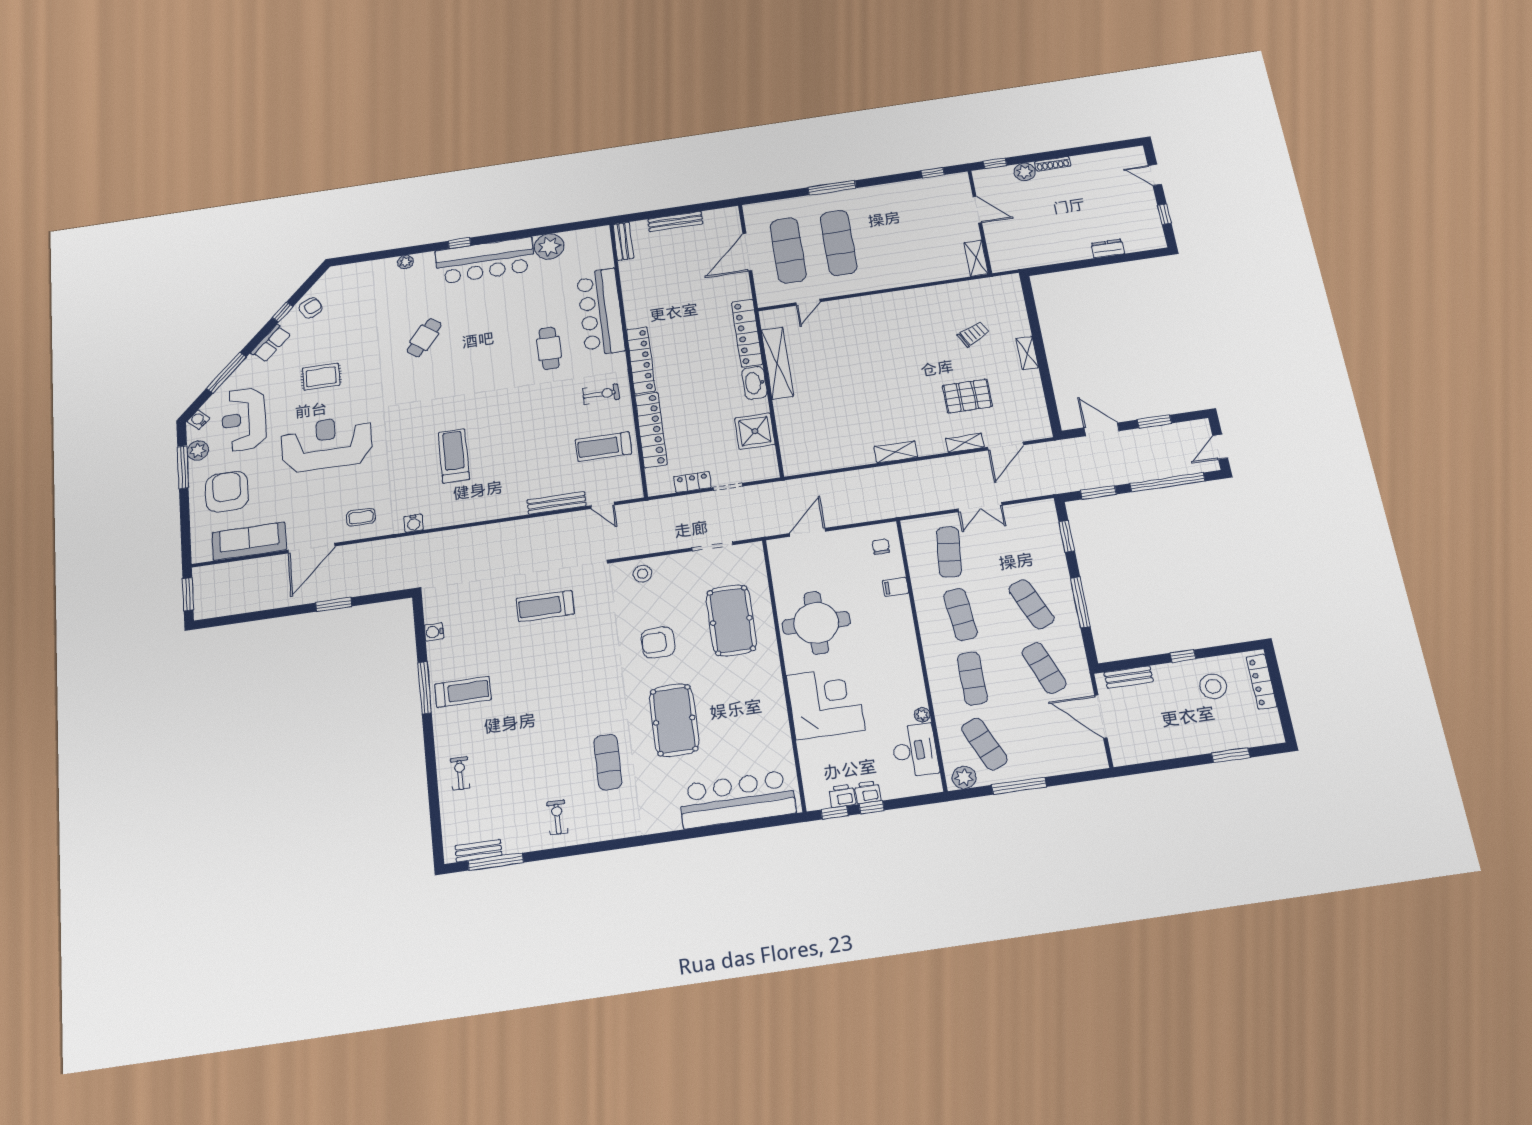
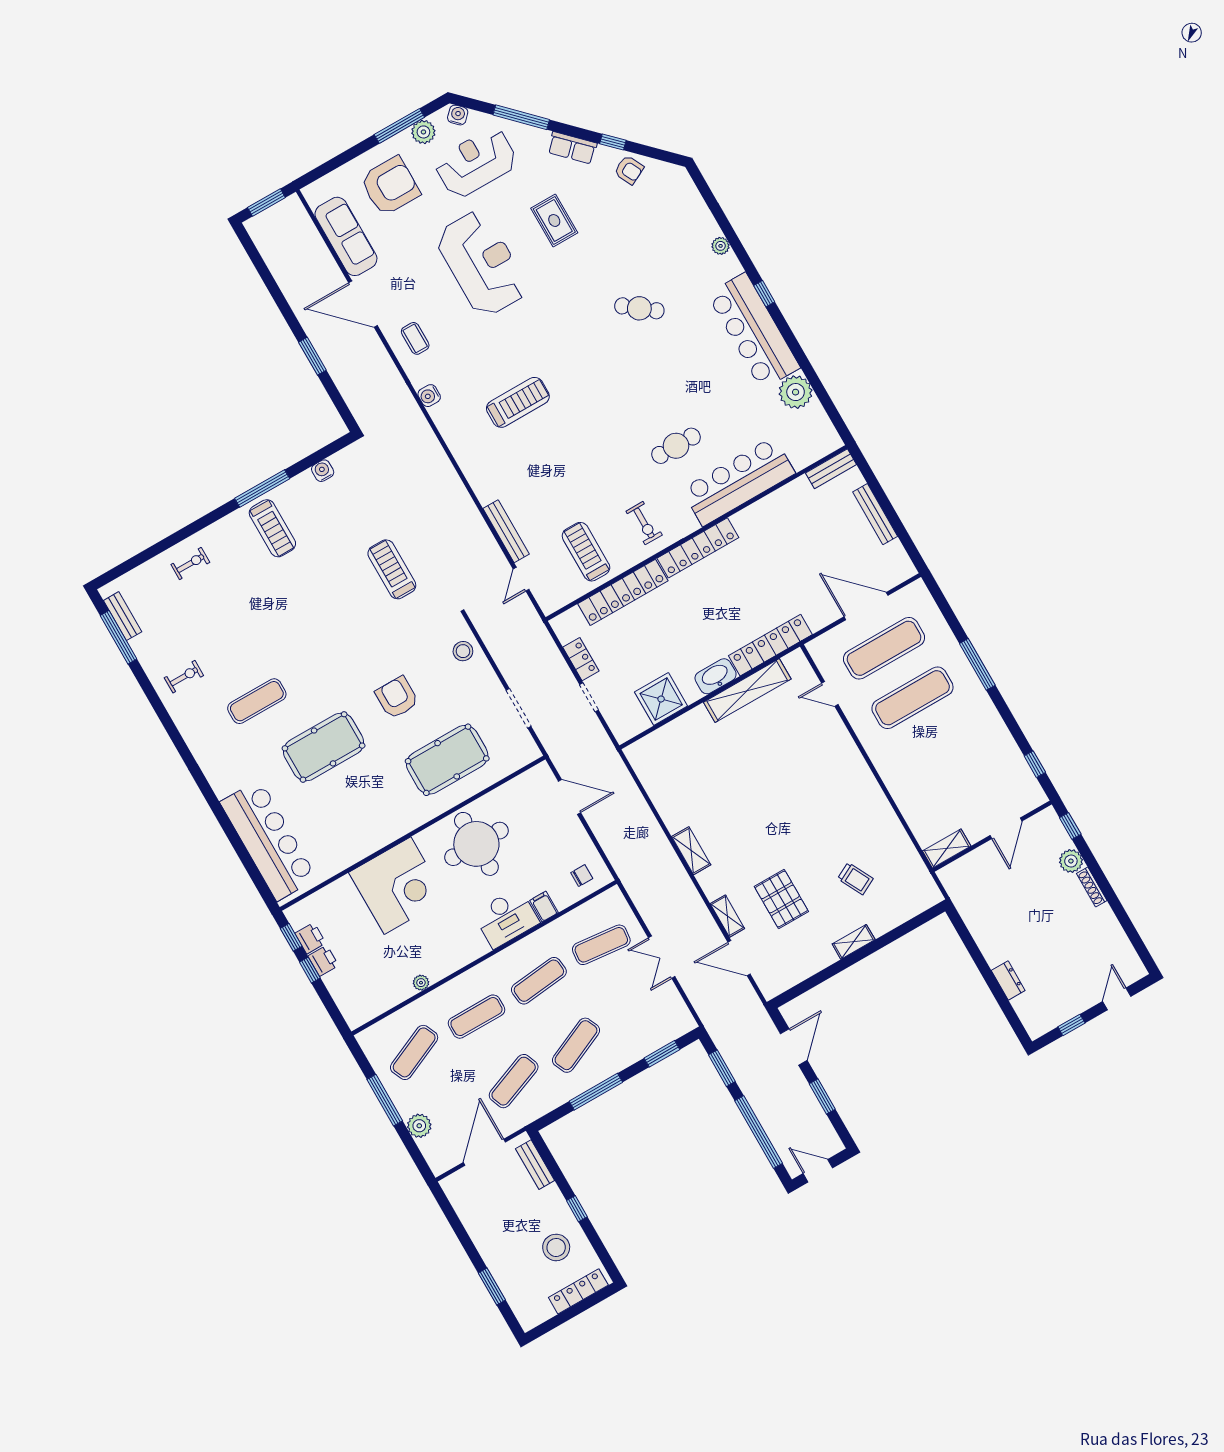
desk: (915, 750) -> (506, 918), moved
plant: (964, 777) -> (419, 1126), moved

